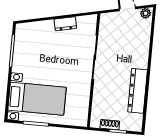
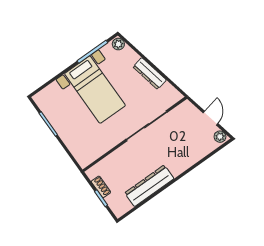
dresser: (65, 24) -> (150, 73), width x1.44
plant: (22, 28) -> (118, 44), added
bed with nightstands: (37, 99) -> (95, 90), moved

